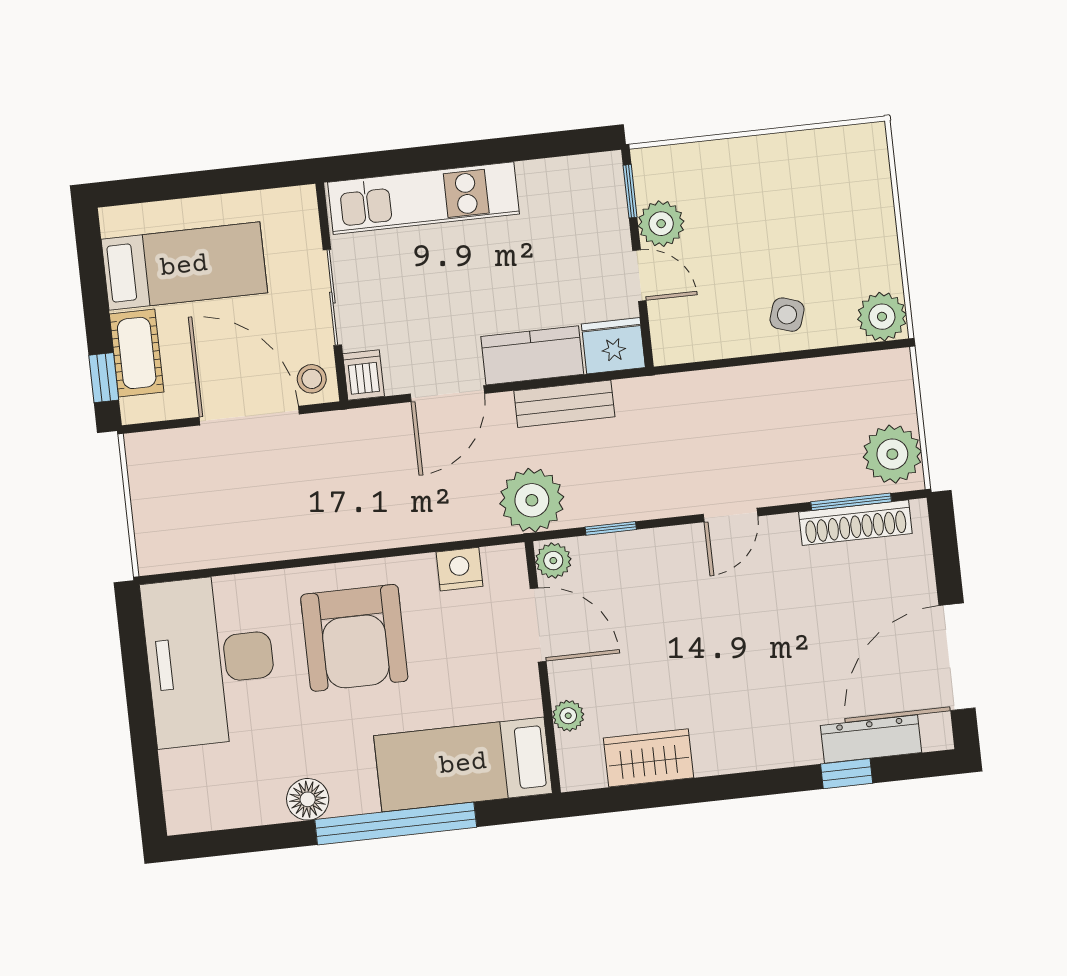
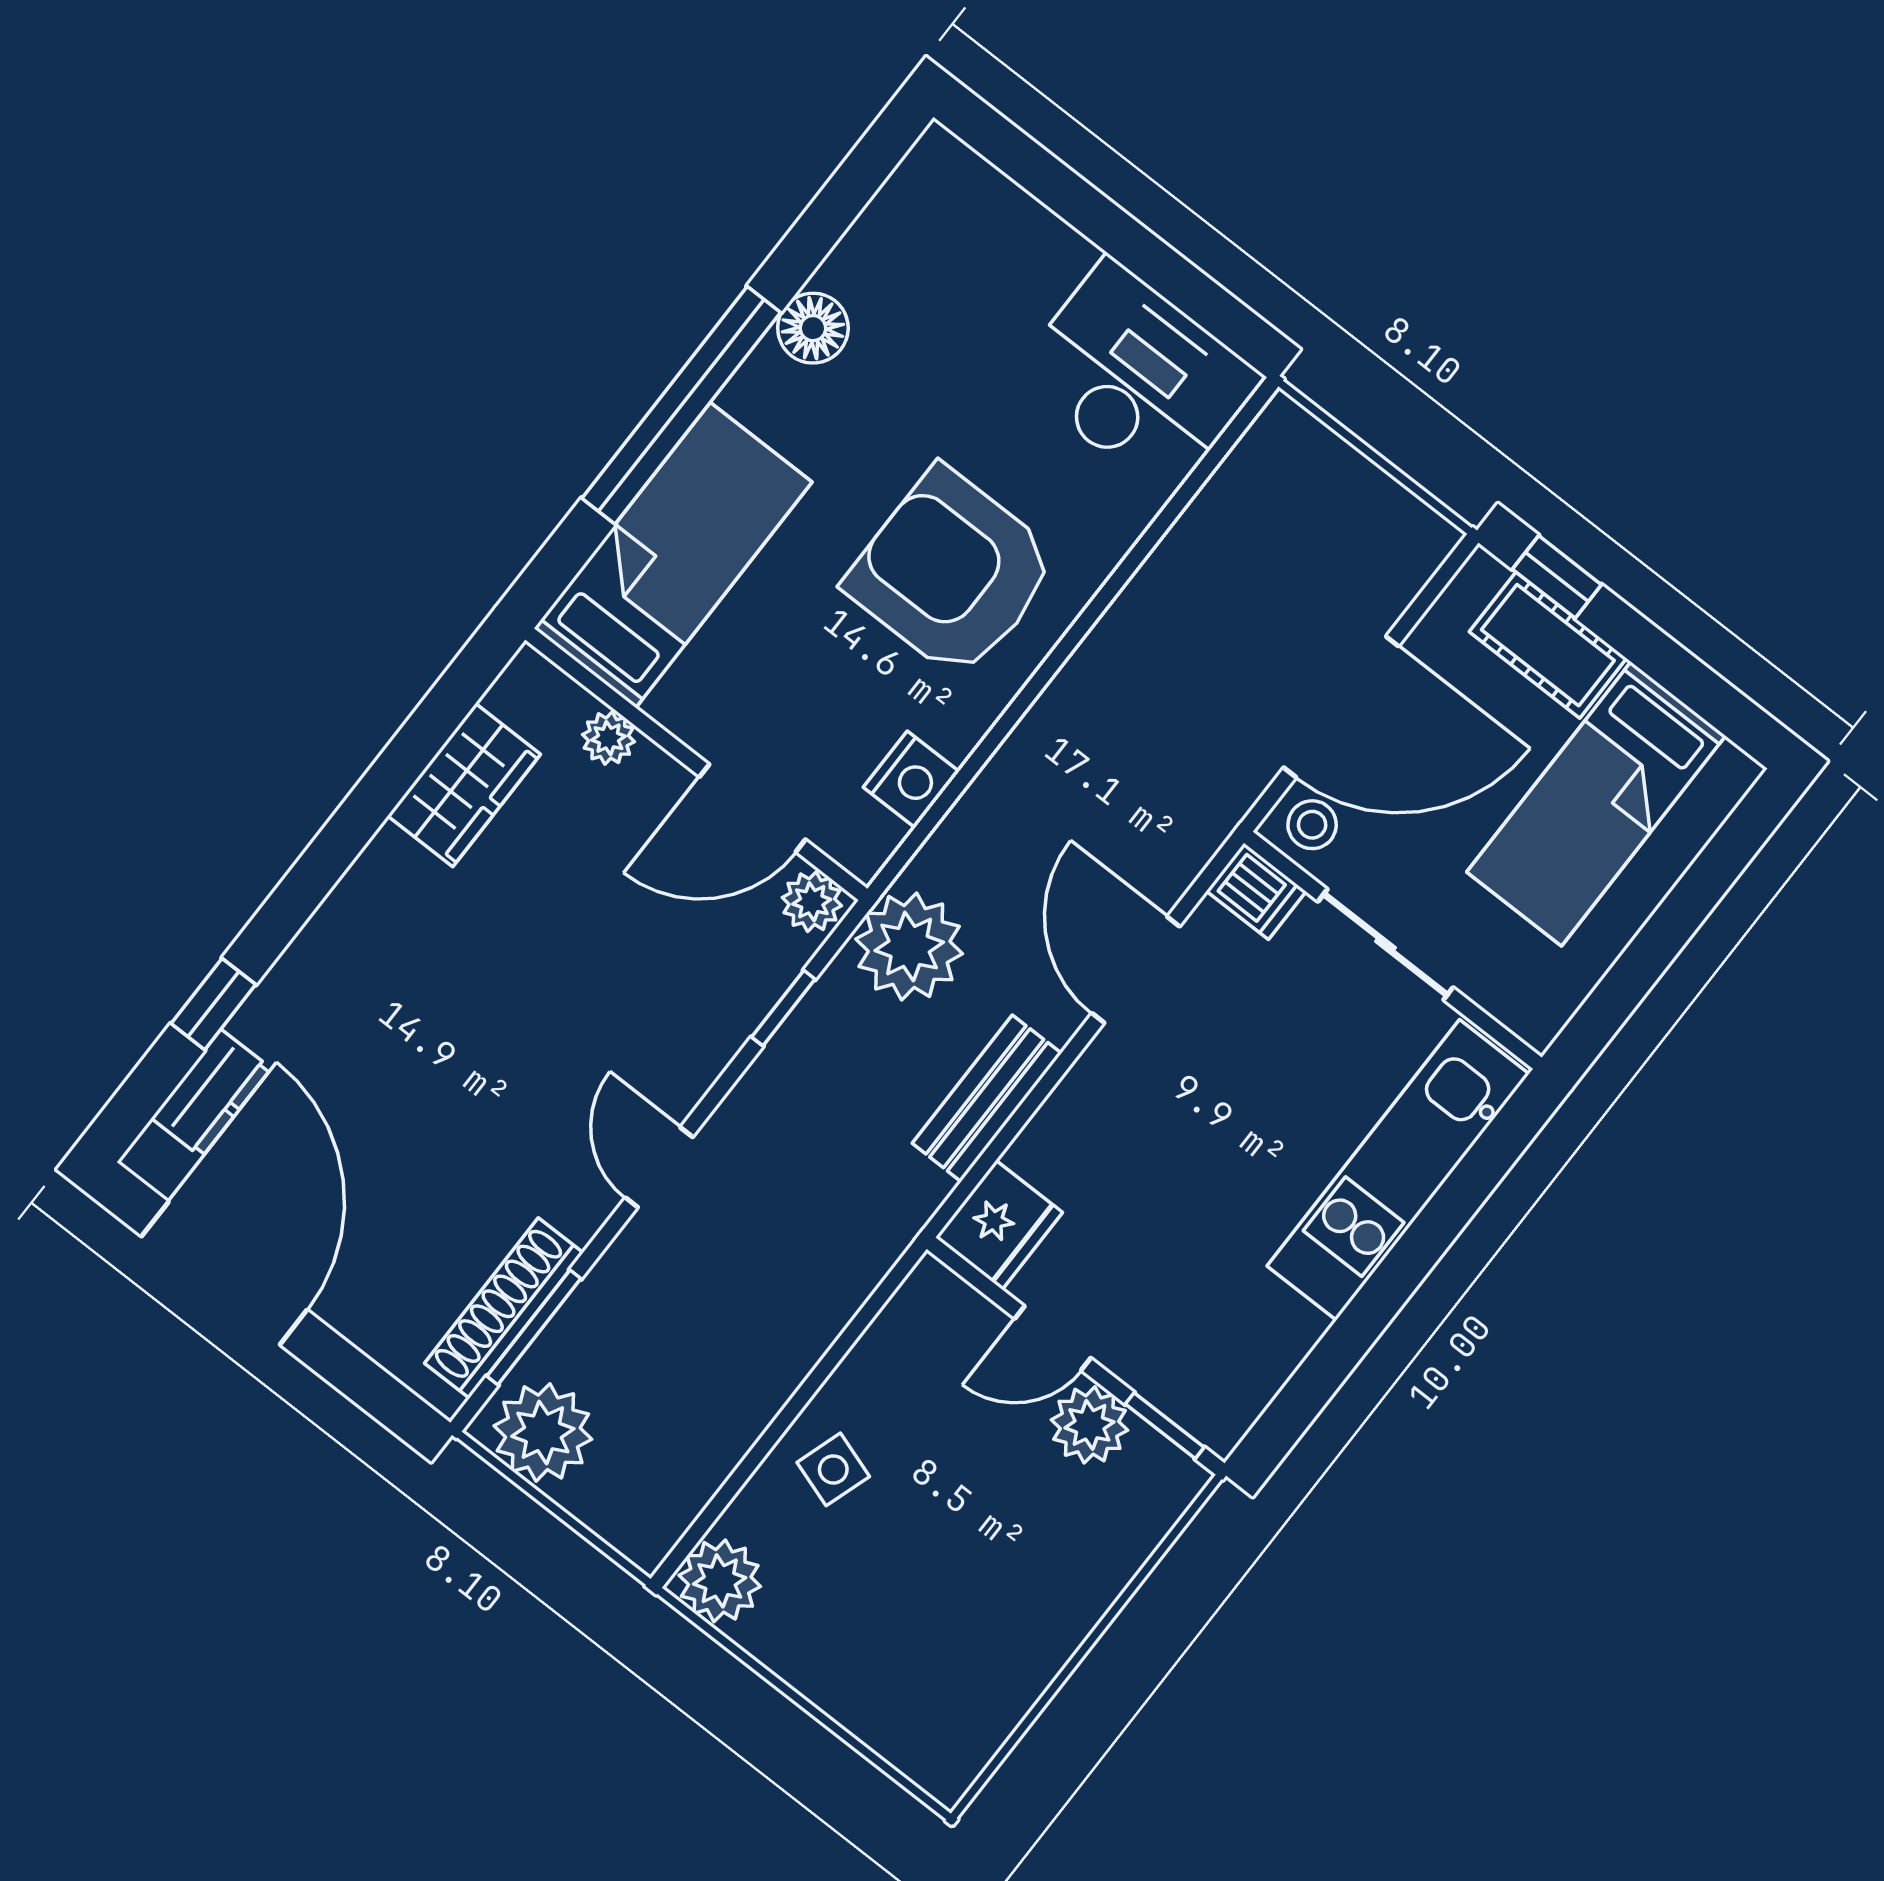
kitchen counter: (532, 355) -> (1082, 1116), removed
desk: (210, 660) -> (1138, 378), width x0.73, depth x0.77
dresser: (871, 739) -> (211, 1093), width x0.70

